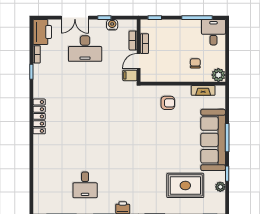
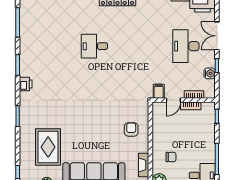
door: (139, 61) -> (173, 100), swing flipped
armchair: (168, 103) -> (131, 129), turned 180
desk: (85, 185) -> (94, 46), moved

